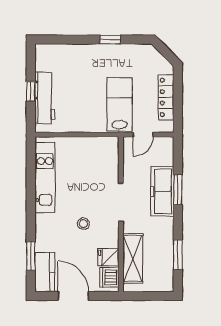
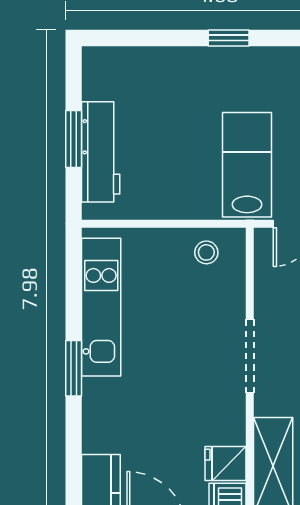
window: (31, 91) -> (74, 139), width x1.50
stool: (83, 224) -> (206, 252), moved
window: (31, 256) -> (74, 368), moved

